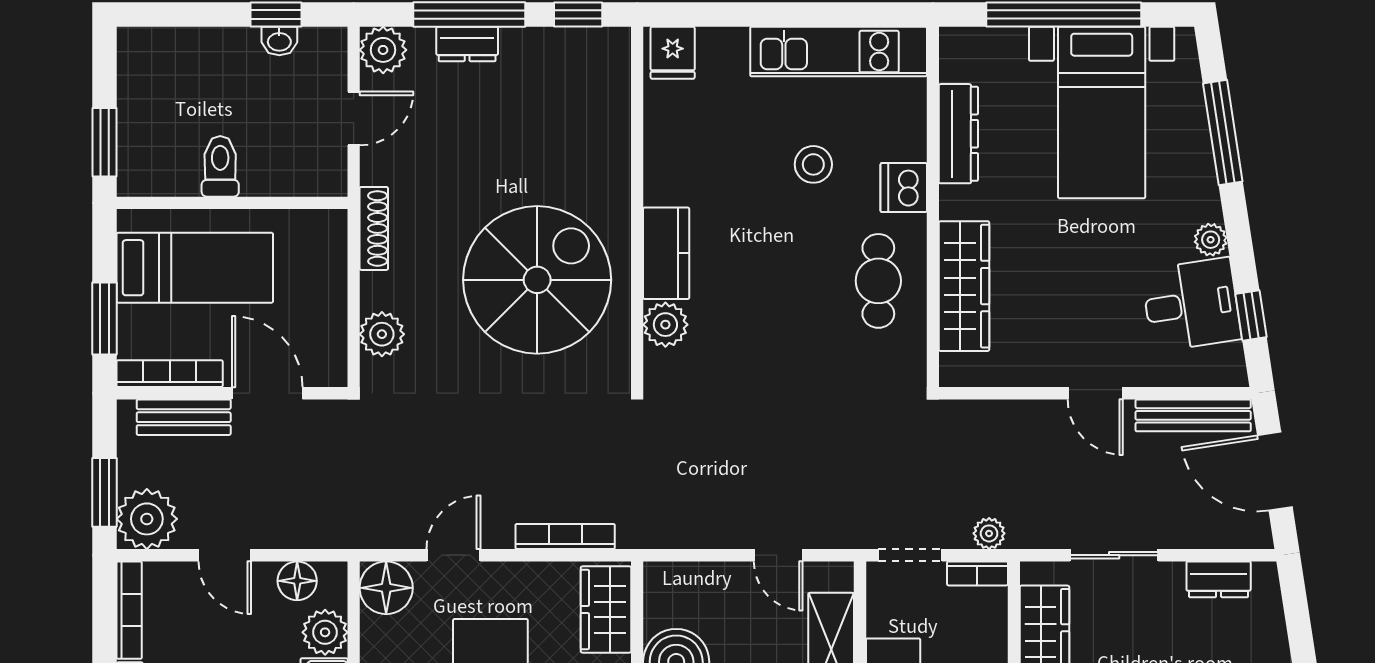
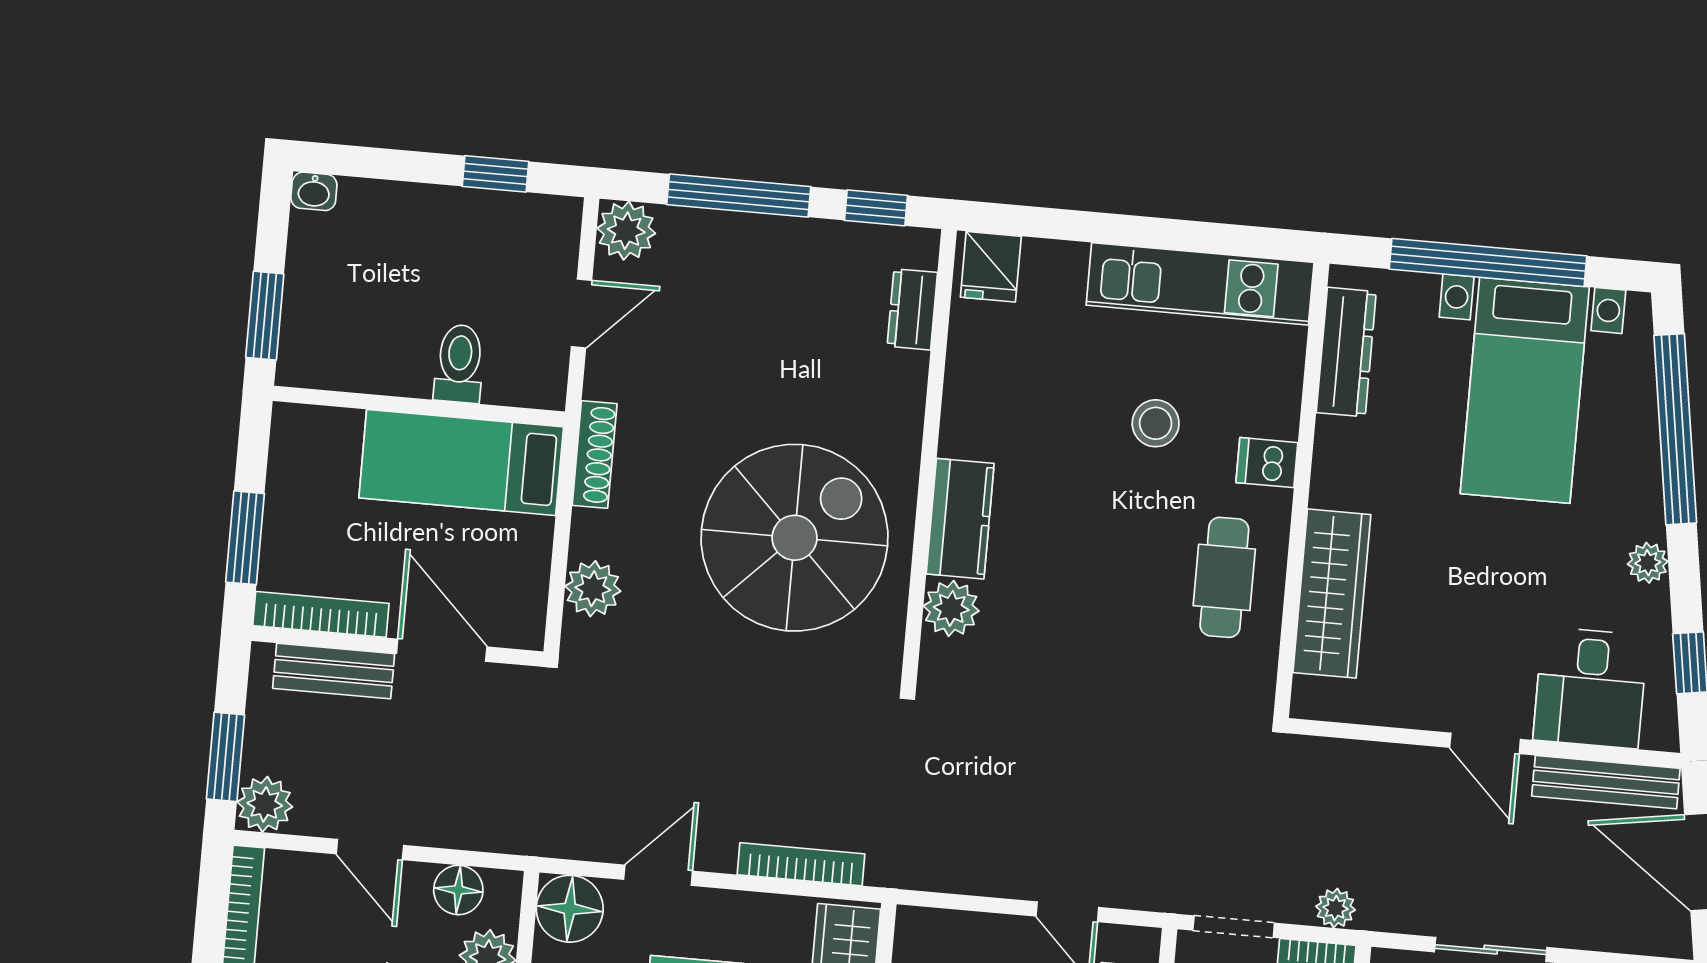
washbasin: (279, 41) -> (314, 191), moved
dresser: (467, 44) -> (912, 309), moved, turned 90
window: (1223, 133) -> (1675, 429), width x1.46
dresser: (958, 134) -> (1346, 352), moved
toilet: (220, 166) -> (459, 364), moved
dishwasher: (904, 188) -> (1267, 463), width x0.73
bed: (195, 268) -> (461, 462), moved, turned 180
desk: (1191, 305) -> (1590, 688), moved, turned 99
plant: (147, 519) -> (265, 804), width x0.73, depth x0.73

